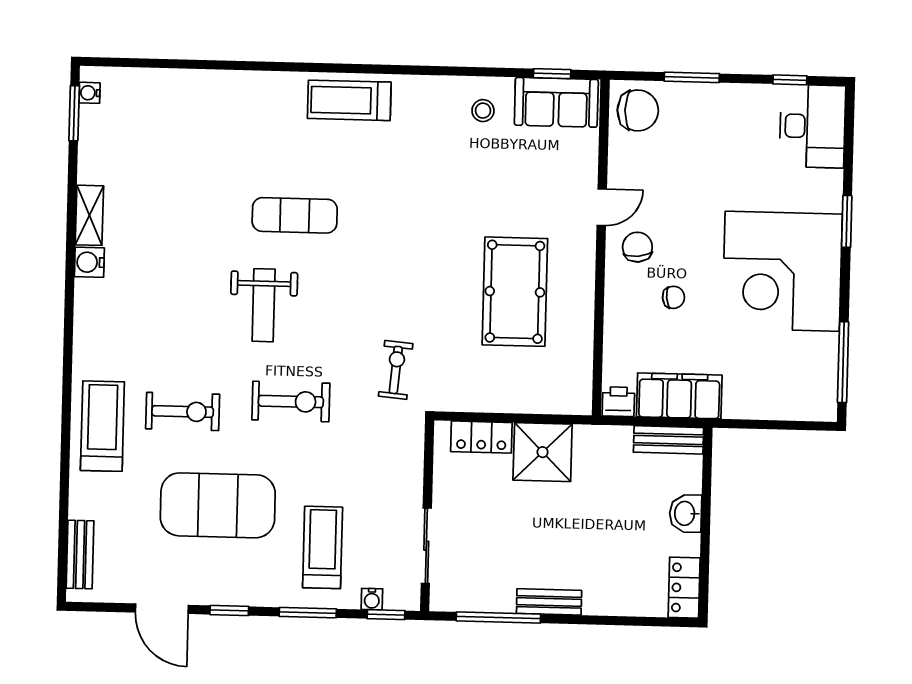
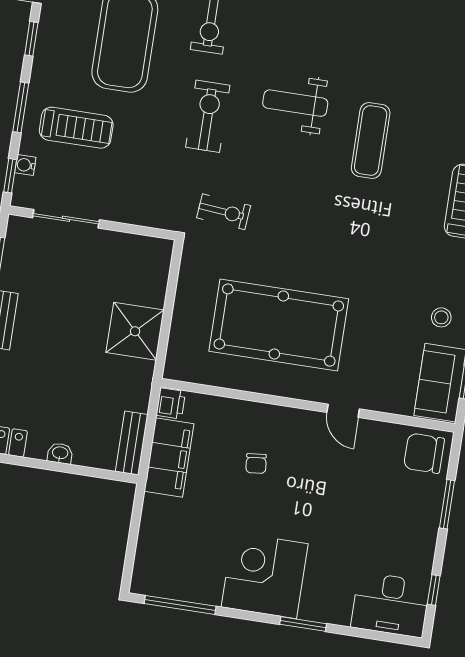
chair: (638, 110) -> (424, 453), turned 90
chair: (637, 247) -> (304, 438), removed
corner desk: (782, 271) -> (265, 575), width x0.74, depth x0.74
pool table: (515, 292) -> (279, 325), width x1.36, depth x1.32
exercise bike: (291, 402) -> (208, 116), turned 180
locker: (481, 437) -> (155, 279), removed
washbasin: (686, 513) -> (60, 453), width x0.72, depth x0.69

